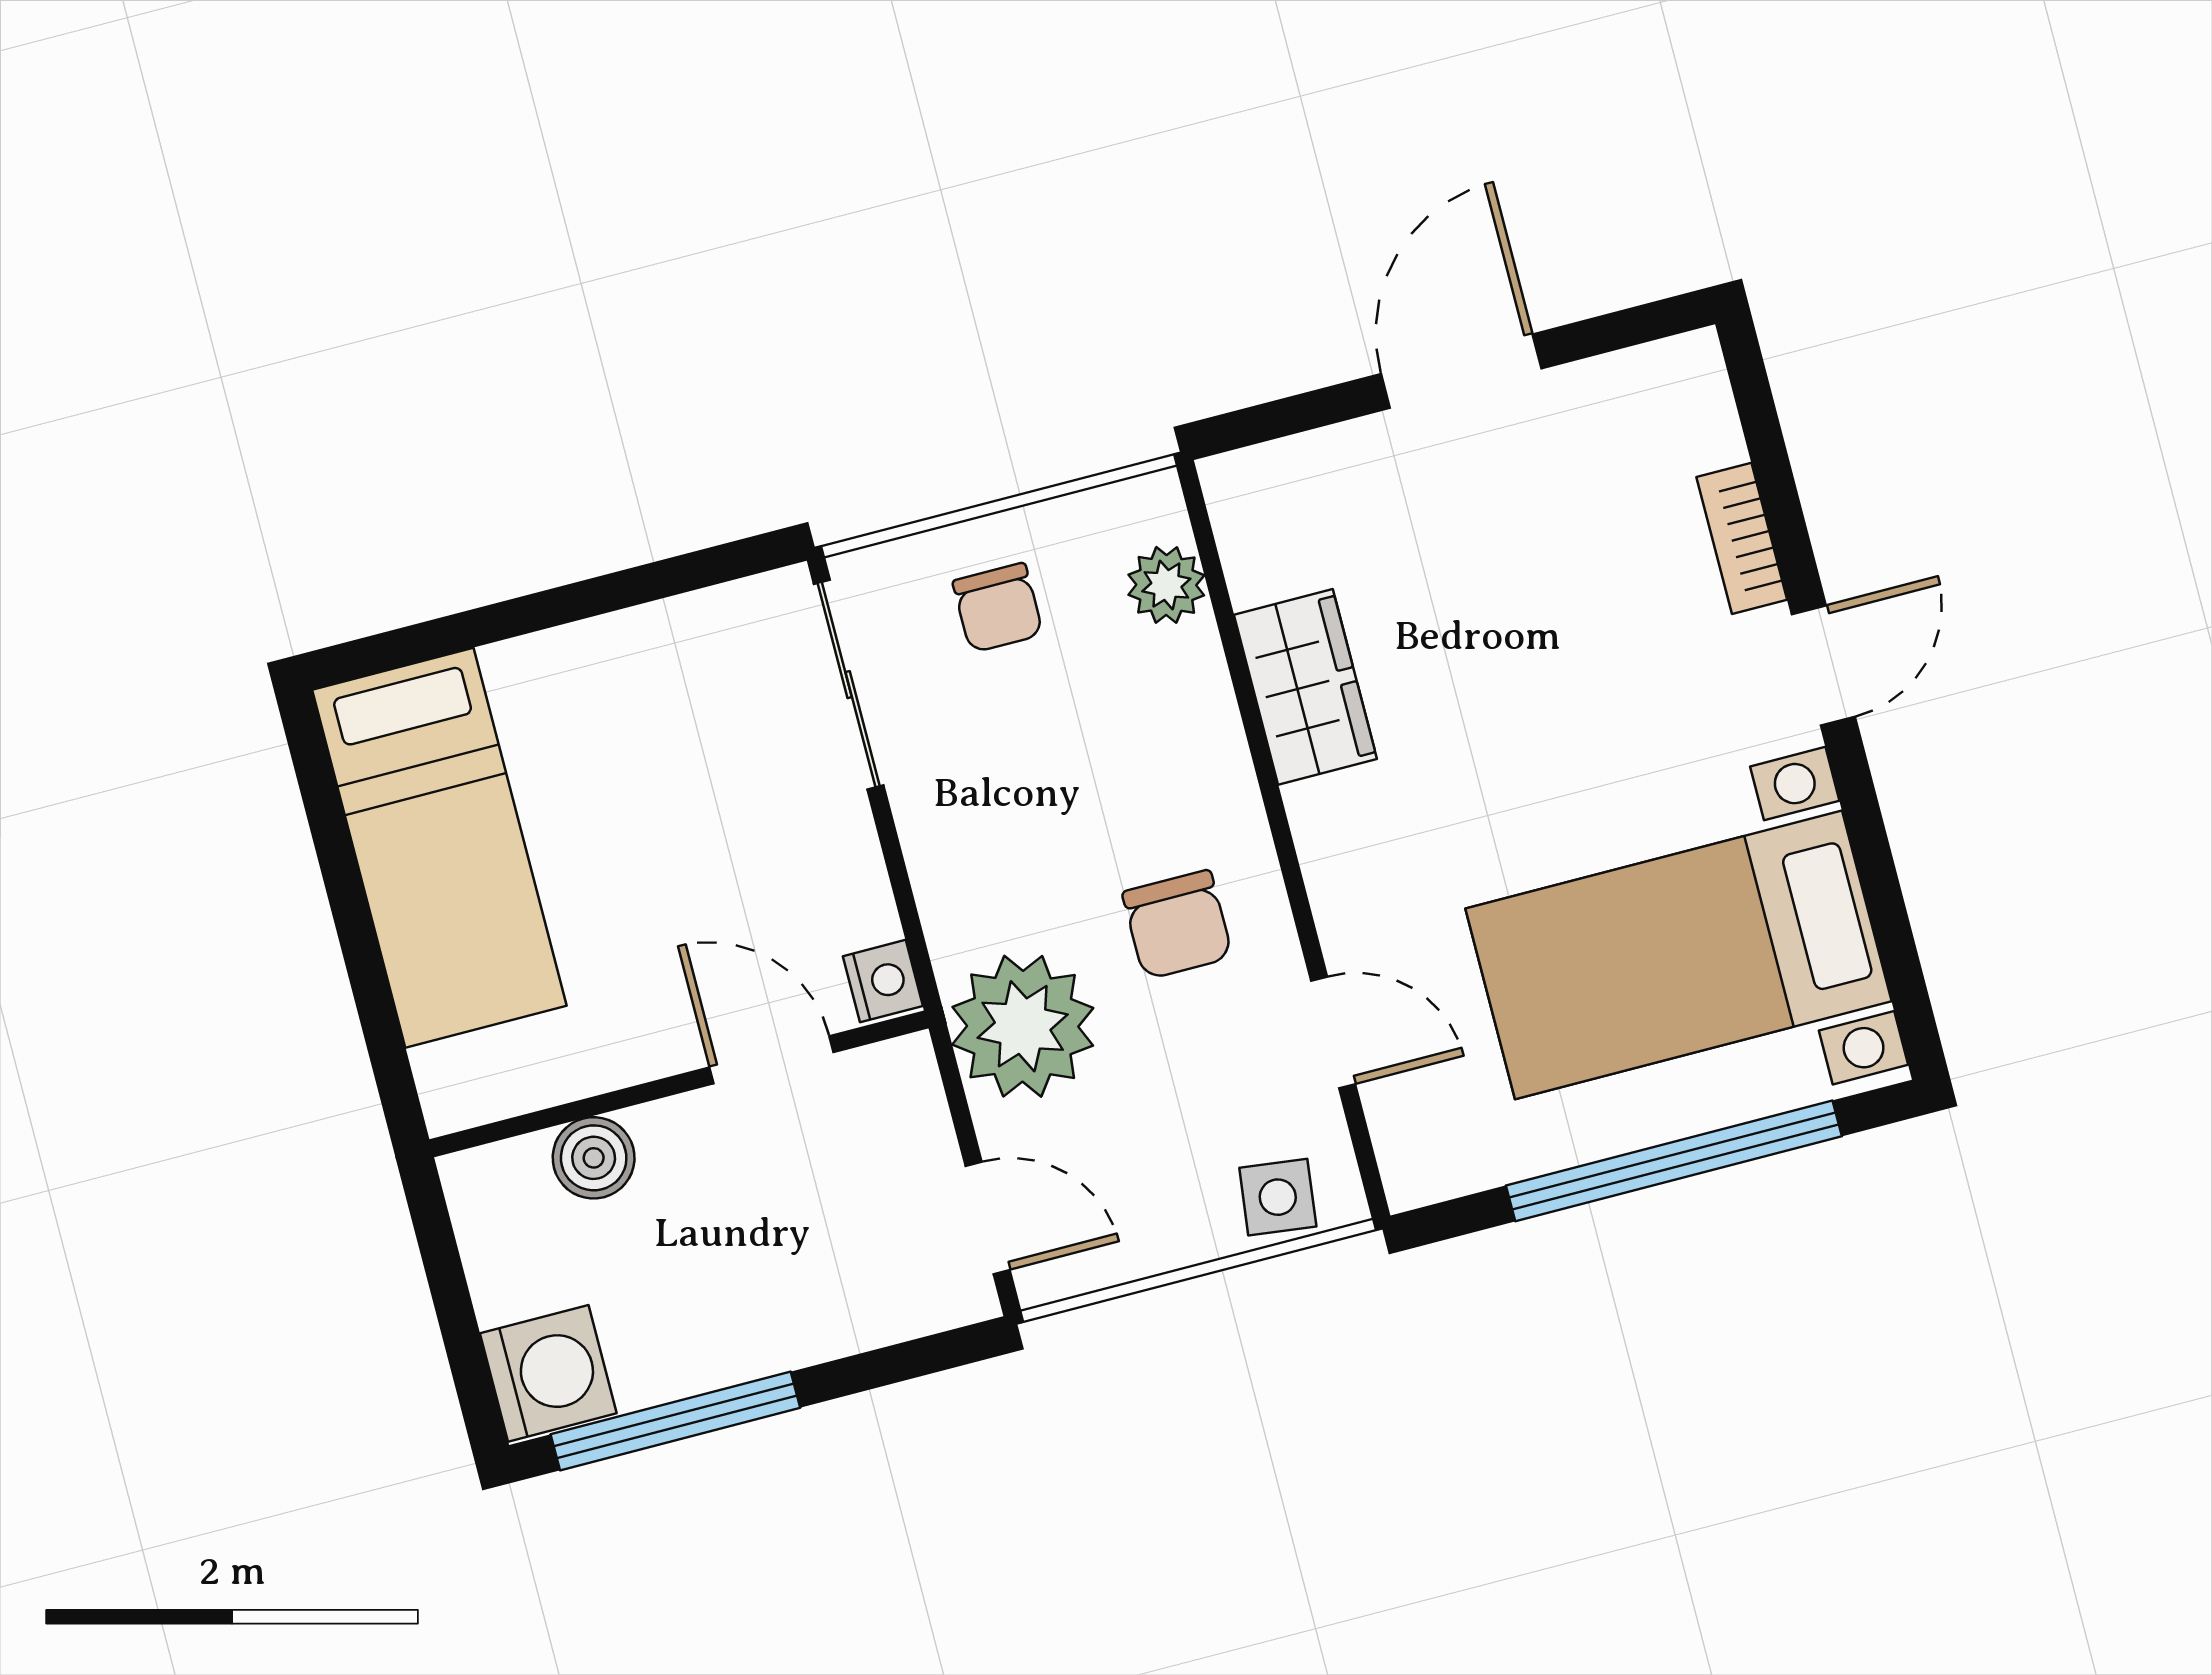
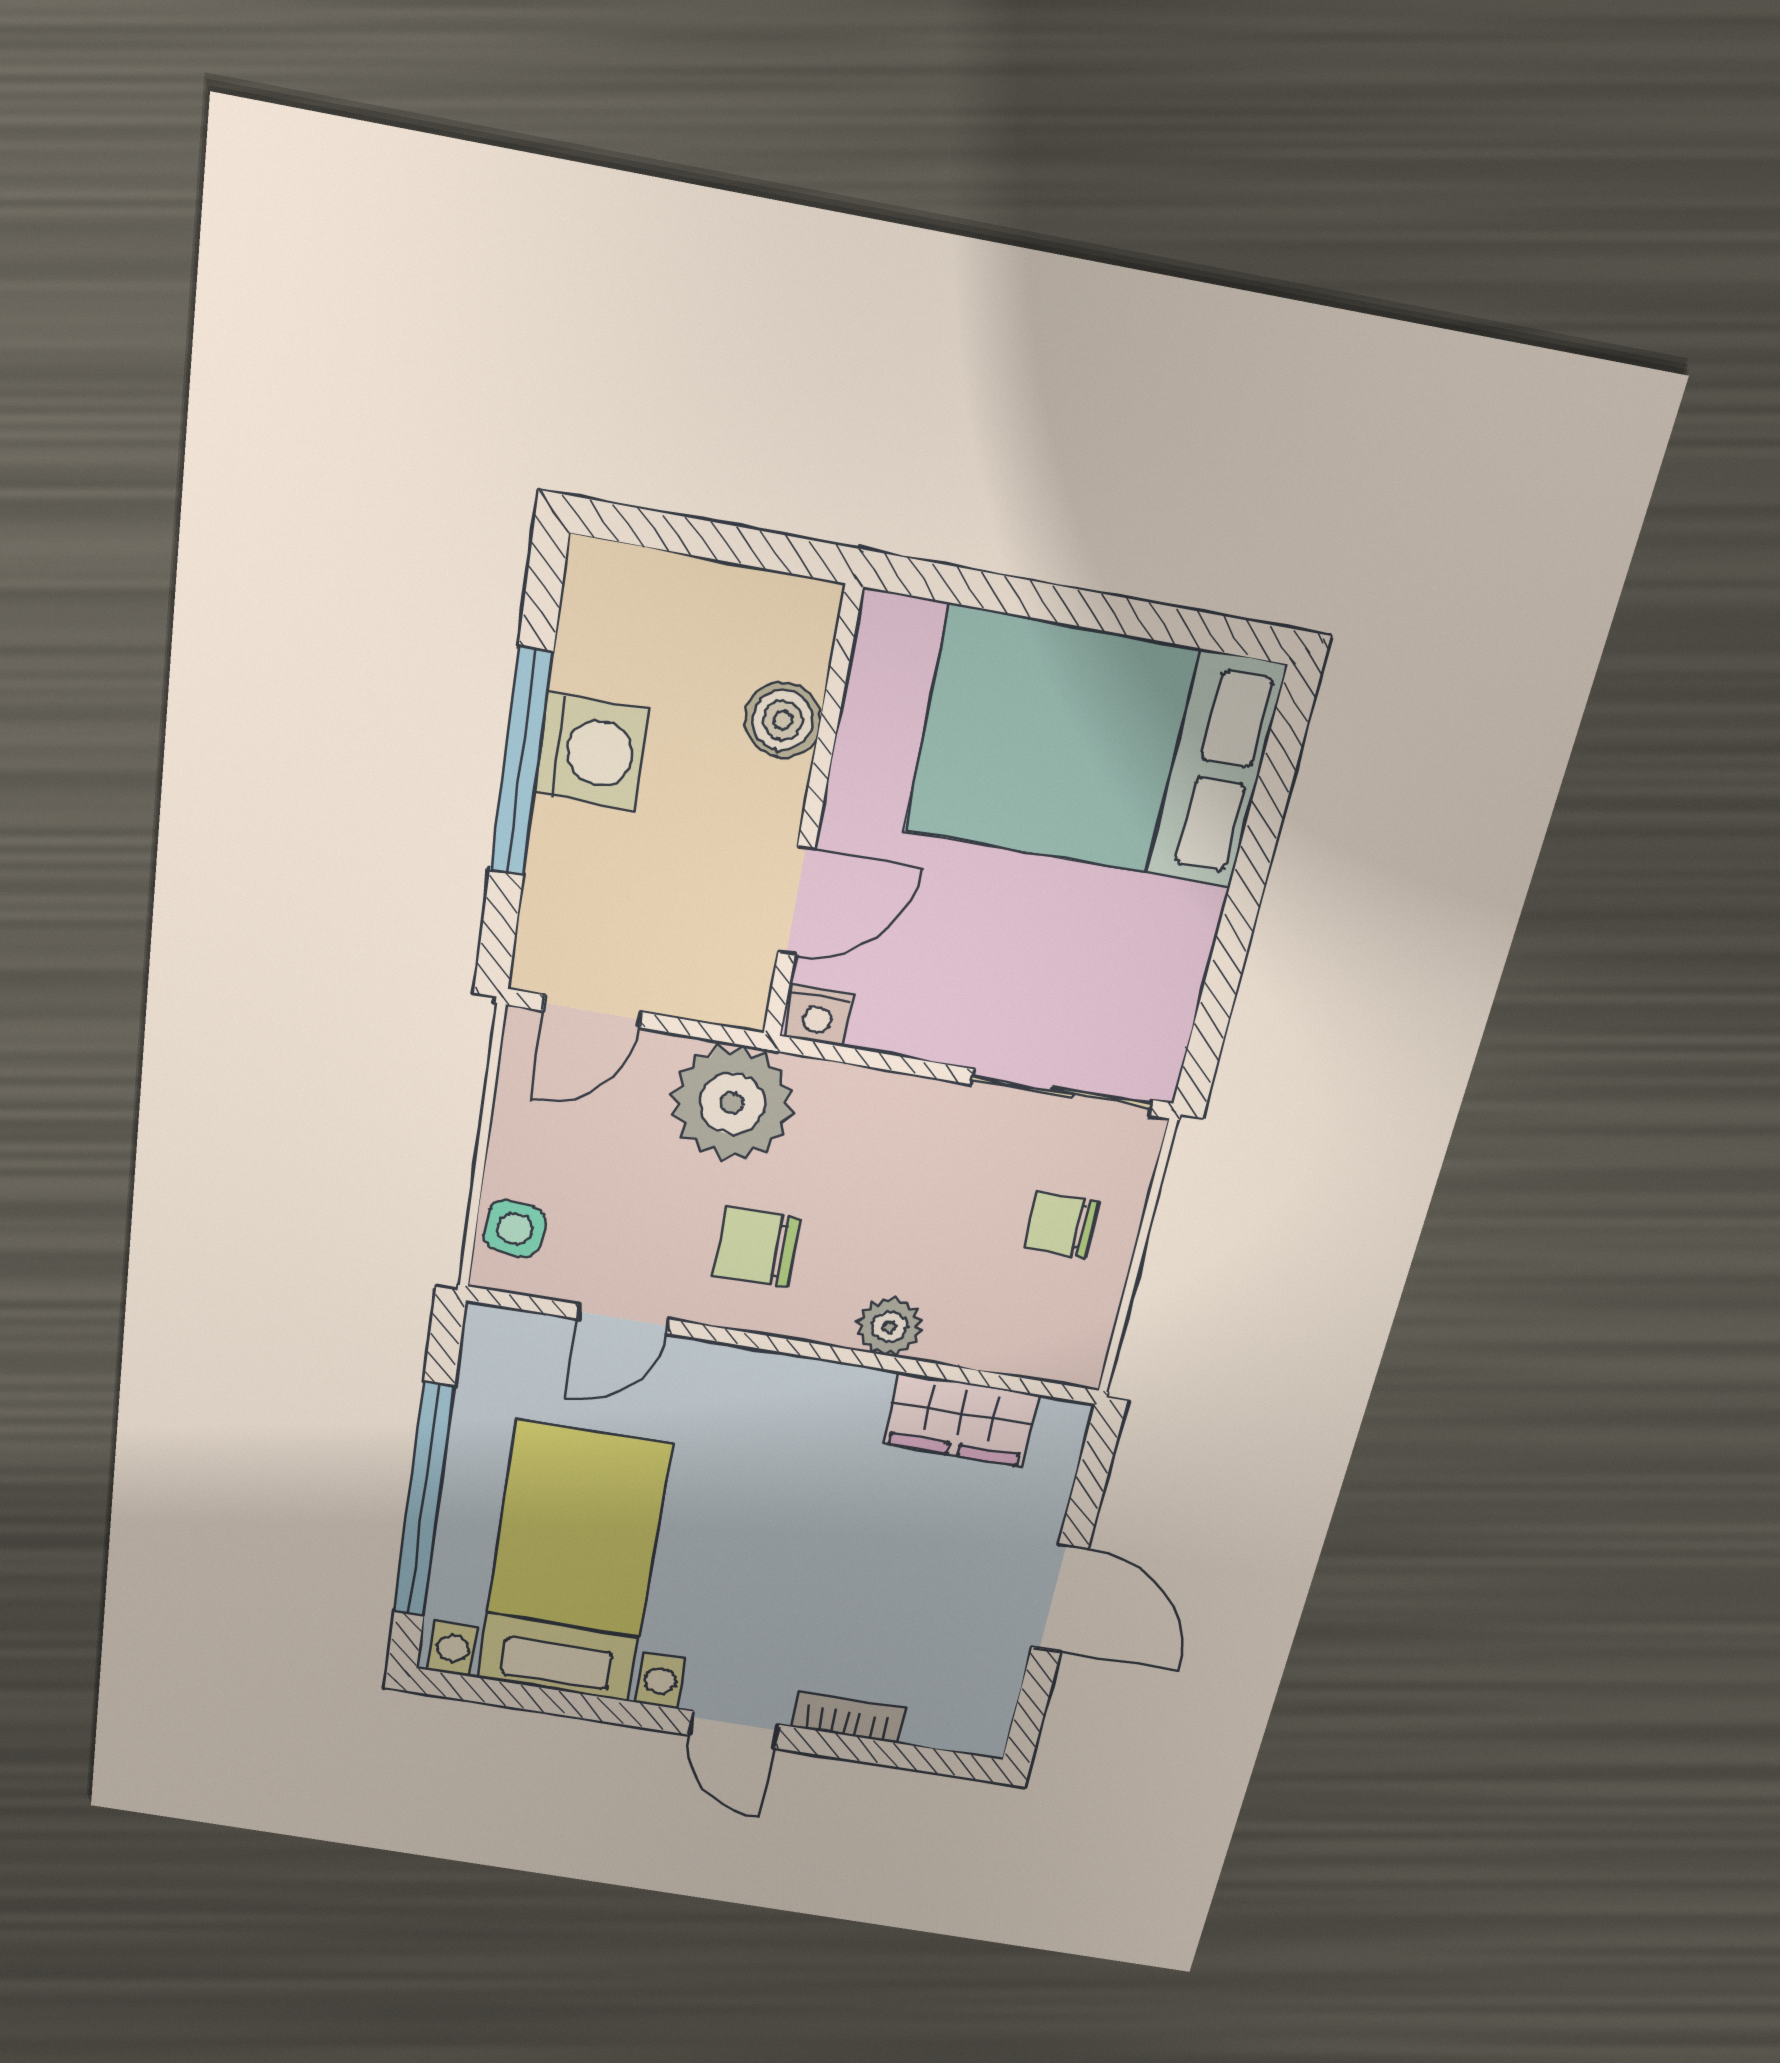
plant: (1166, 585) -> (889, 1327), moved
wardrobe: (1305, 687) -> (960, 1419), moved
bed: (439, 848) -> (1093, 748), width x1.50
washing machine: (548, 1373) -> (591, 751), moved, turned -90
window: (675, 1421) -> (521, 763), moved

